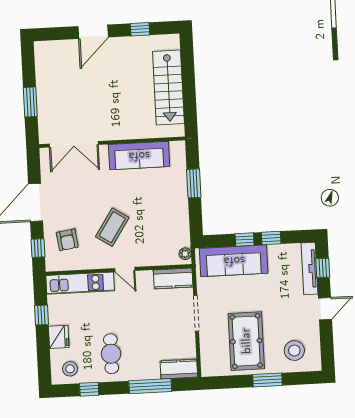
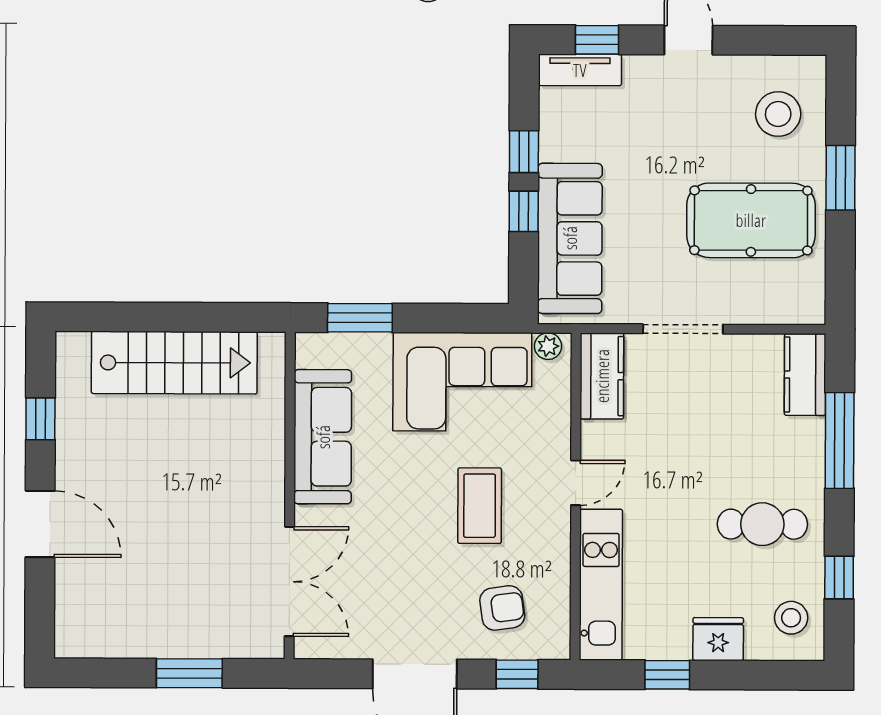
window: (194, 183) -> (360, 318), moved
corner sofa: (167, 216) -> (462, 382), added
coffee table: (112, 227) -> (480, 506), turned 57
tv unit: (309, 269) -> (580, 70), width x0.71

